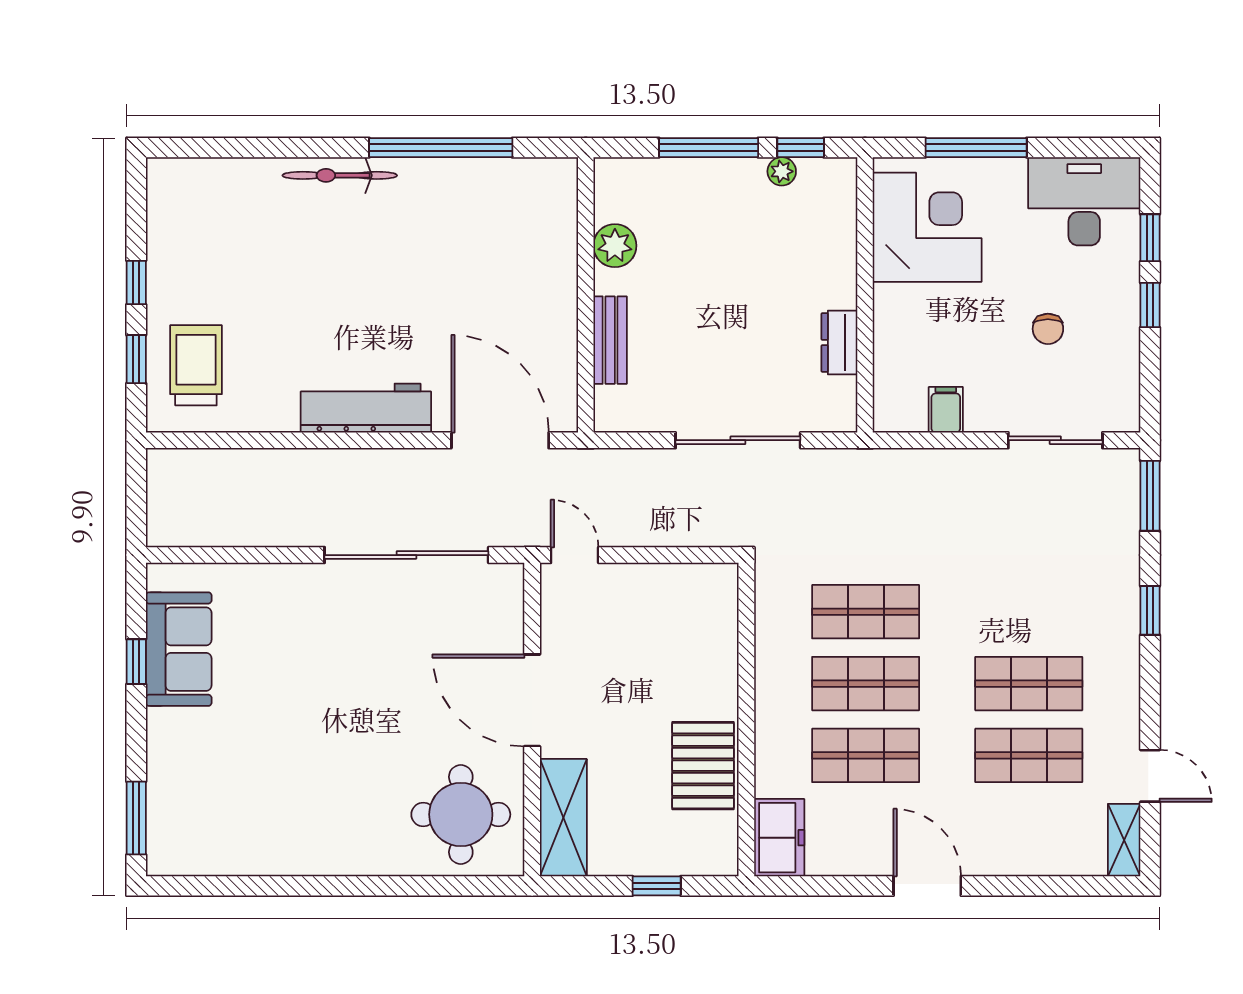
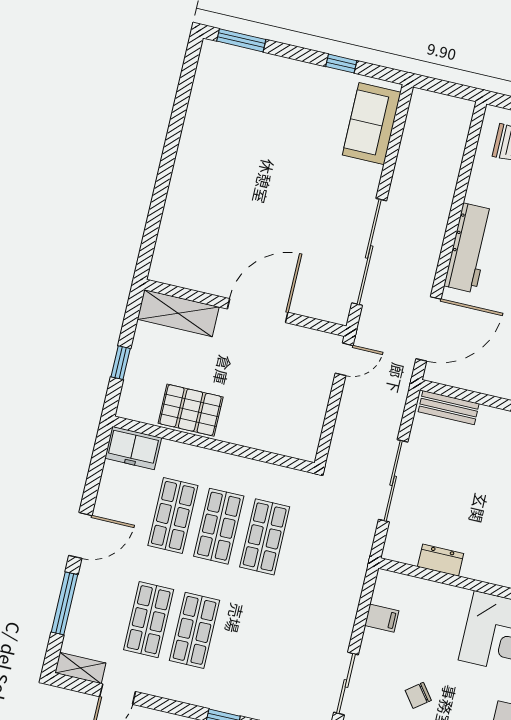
chair: (1048, 329) -> (418, 695), turned -37
bench: (610, 340) -> (449, 408), moved
sofa: (179, 649) -> (372, 124), moved, turned 90
round table: (461, 814) -> (195, 248), removed
window: (1034, 886) -> (65, 603), added

